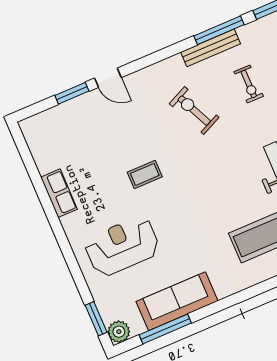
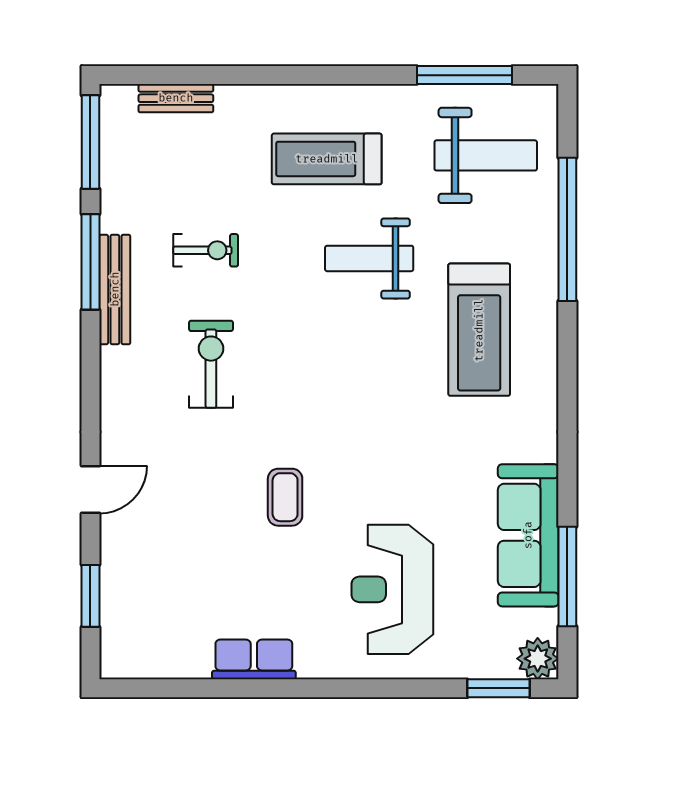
window: (72, 93) -> (90, 596), moved
exercise bike: (194, 110) -> (211, 364), turned 115

